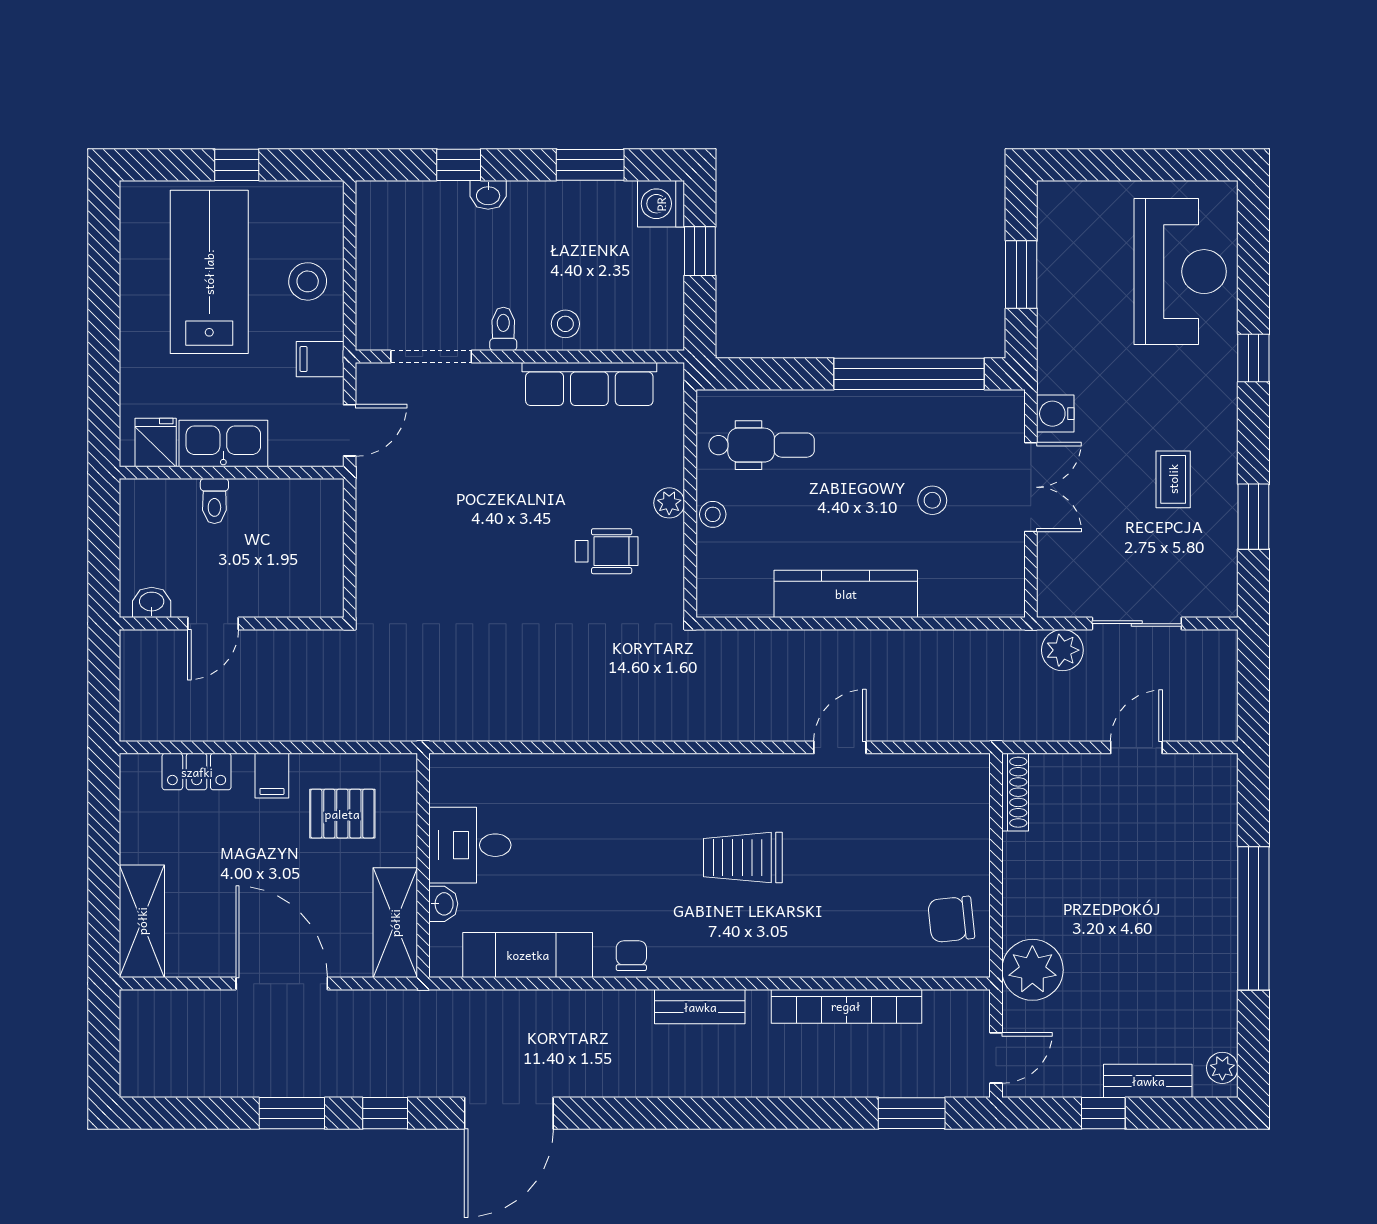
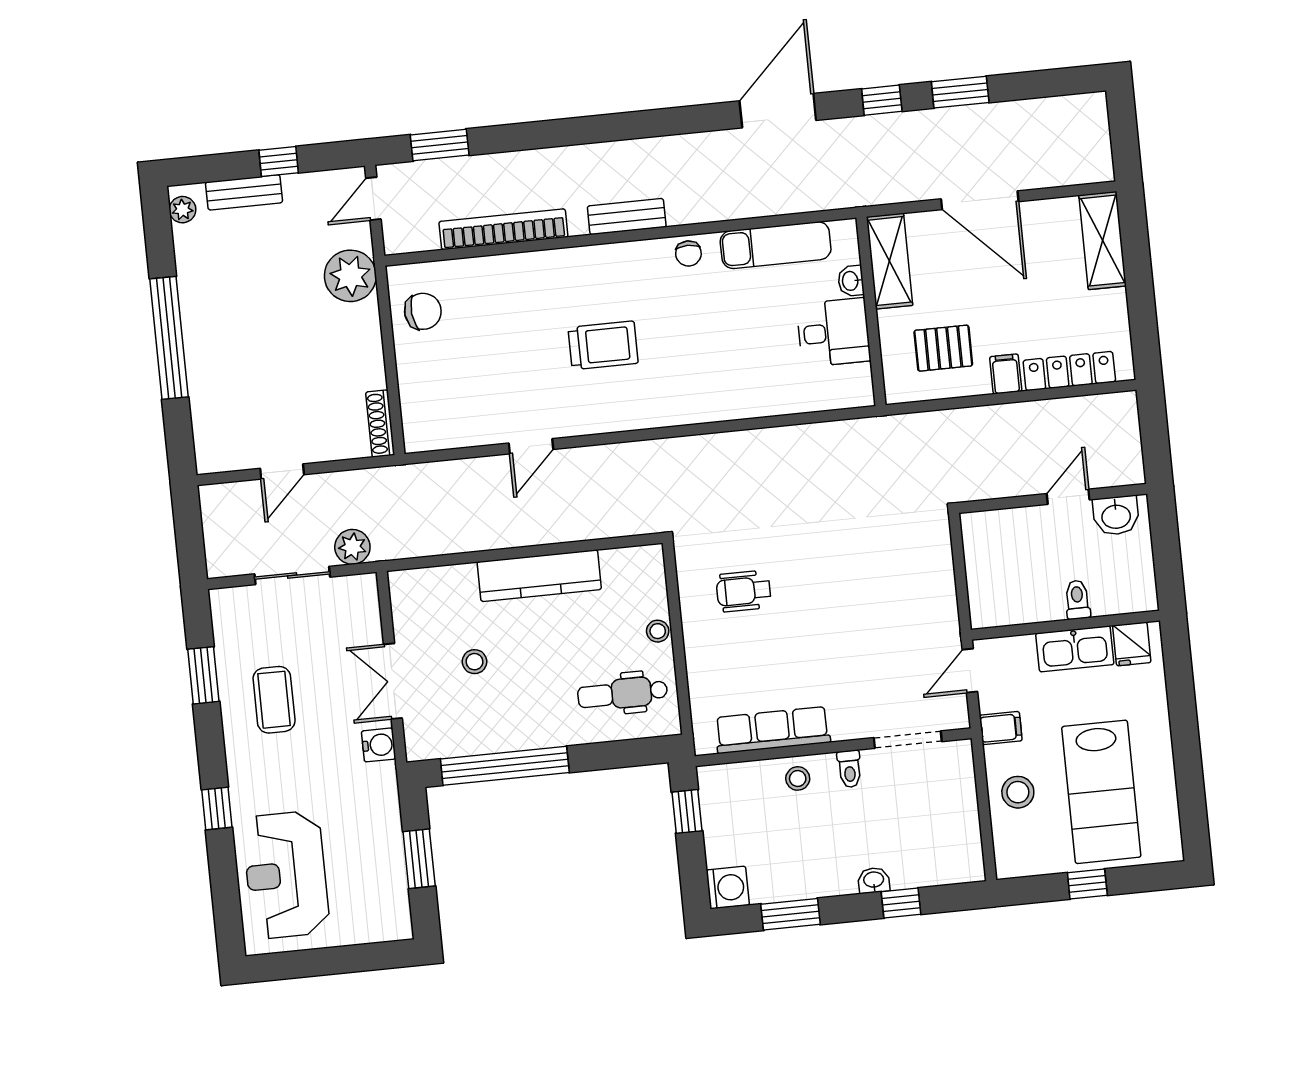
window: (700, 251) -> (687, 811), moved
coffee table: (1173, 479) -> (274, 700), width x1.36, depth x1.30
plant: (669, 503) -> (695, 637), removed
washbasin: (152, 602) -> (1116, 516), width x1.38, depth x1.45
locker: (197, 772) -> (1069, 371), width x1.53

